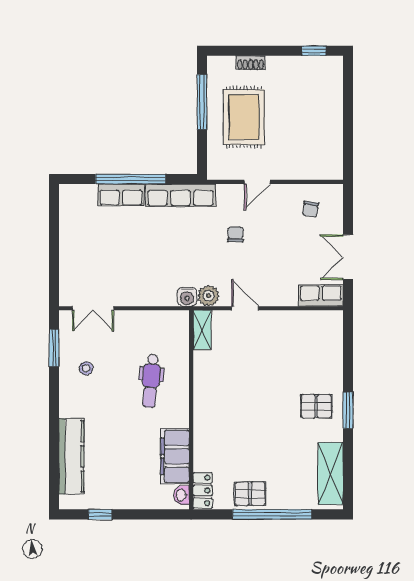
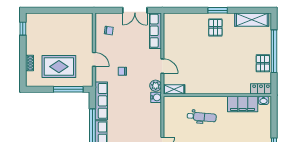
window: (202, 102) -> (68, 89), moved
row of seats: (321, 296) -> (155, 31), width x1.48
door: (245, 308) -> (162, 66), swing flipped

